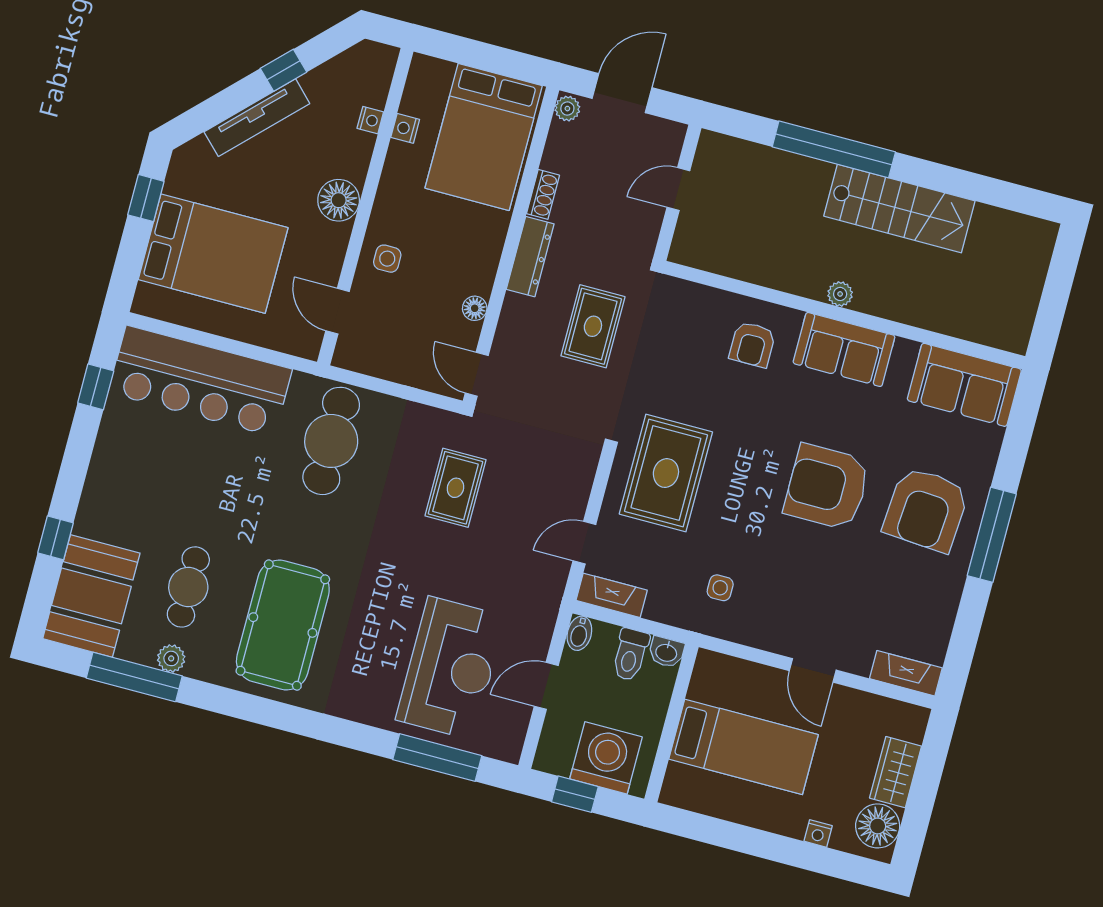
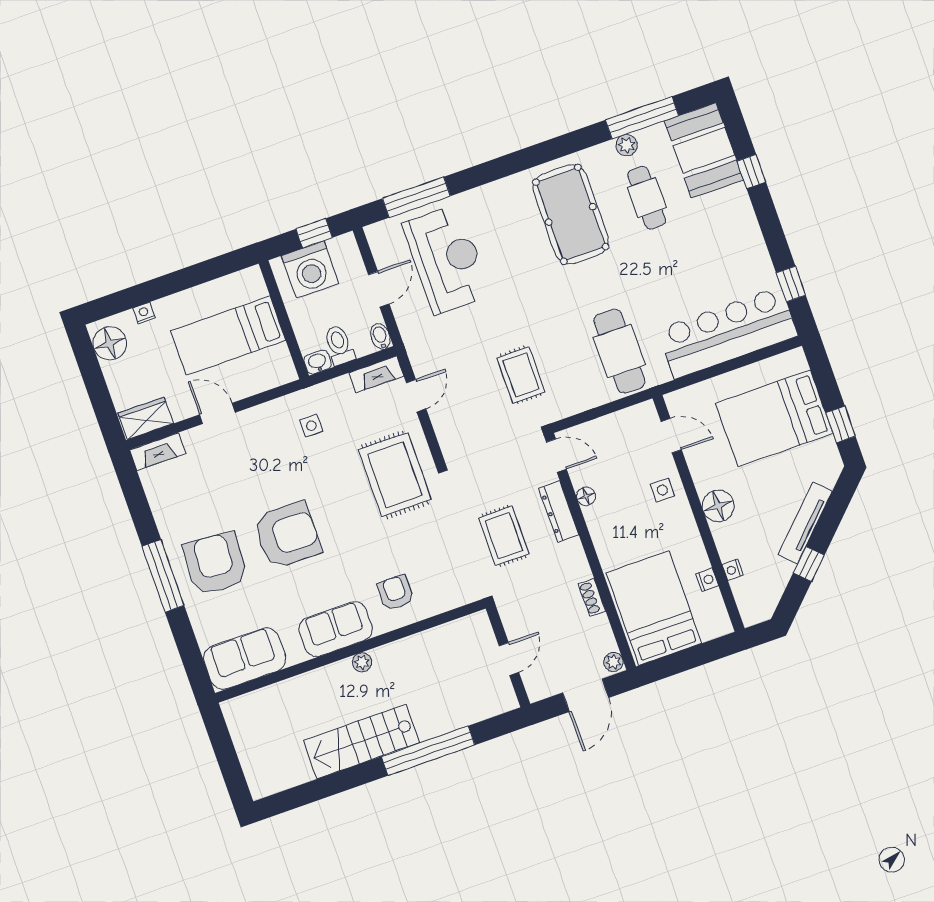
dresser: (530, 257) -> (559, 511), moved
reception desk: (451, 668) -> (447, 259), turned 180
wardrobe: (896, 772) -> (146, 418), moved, turned -90

